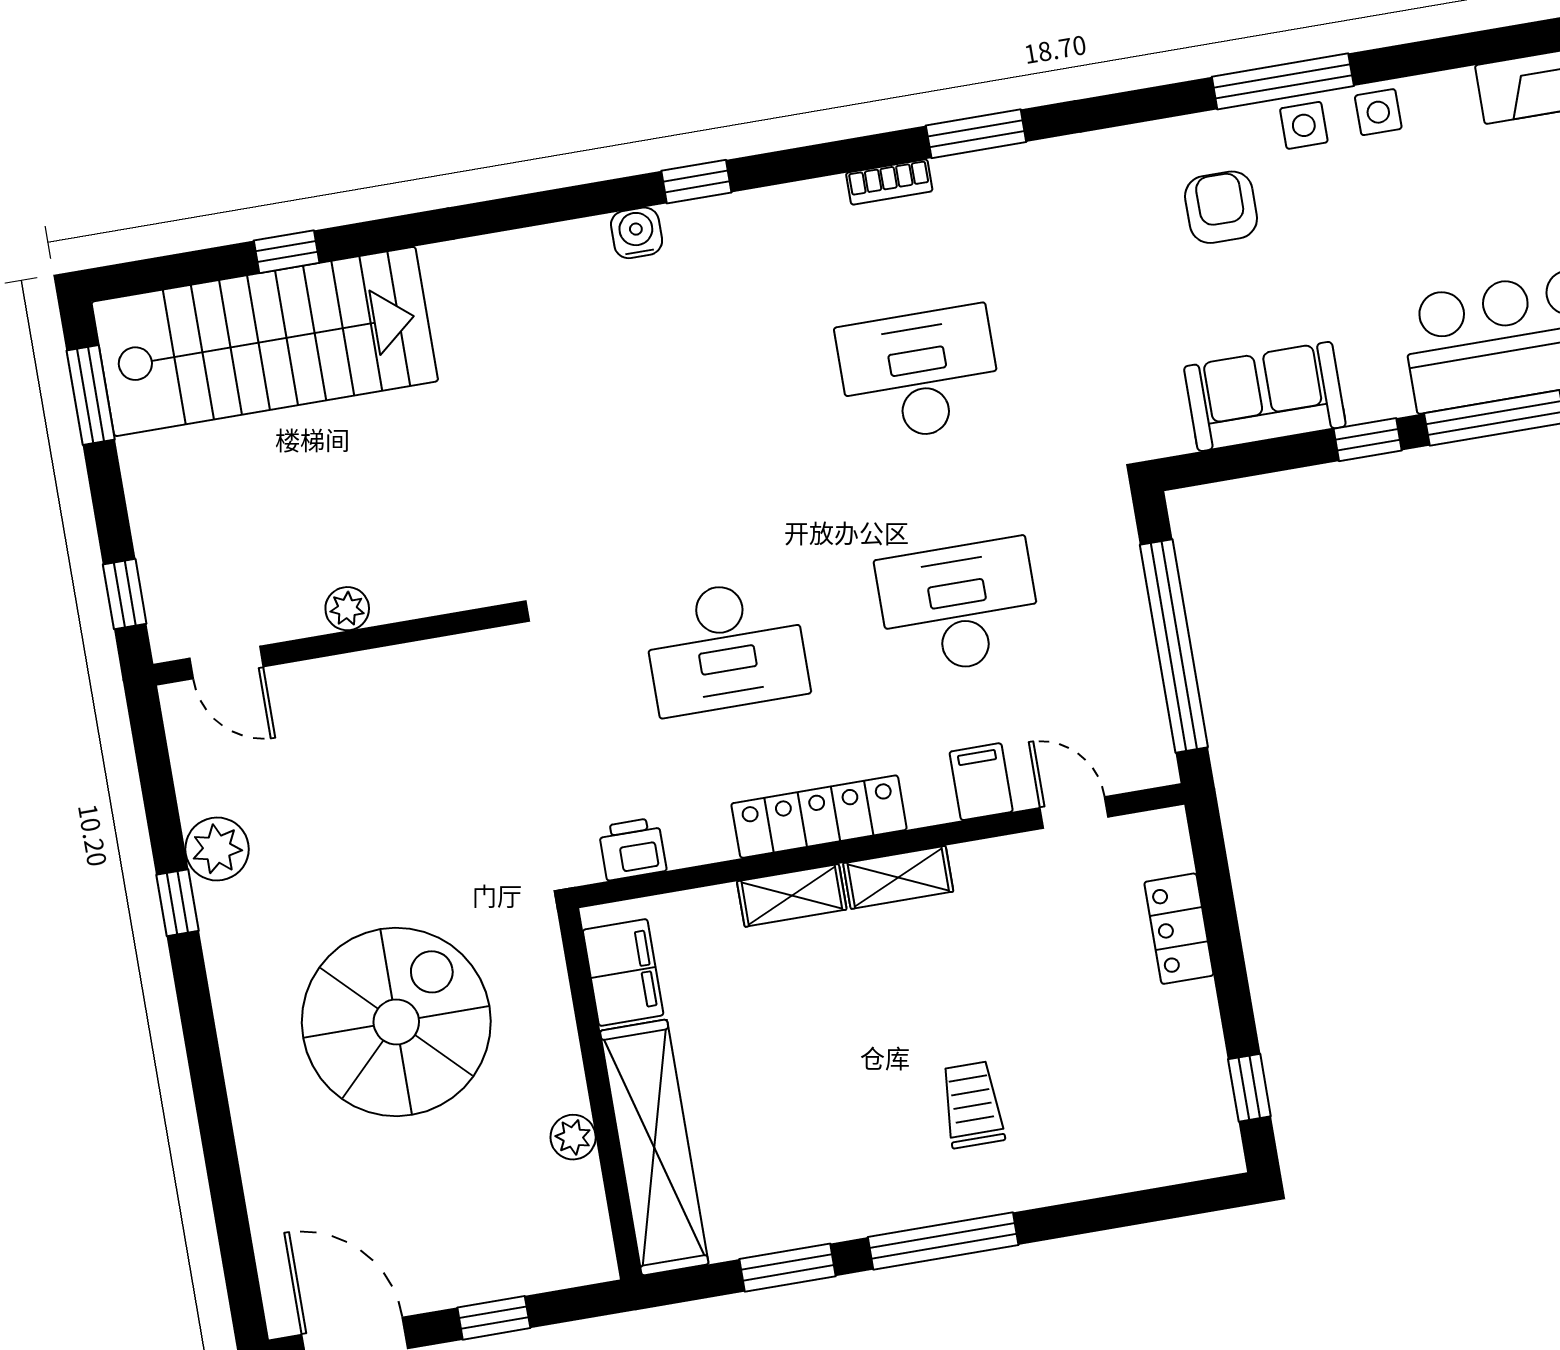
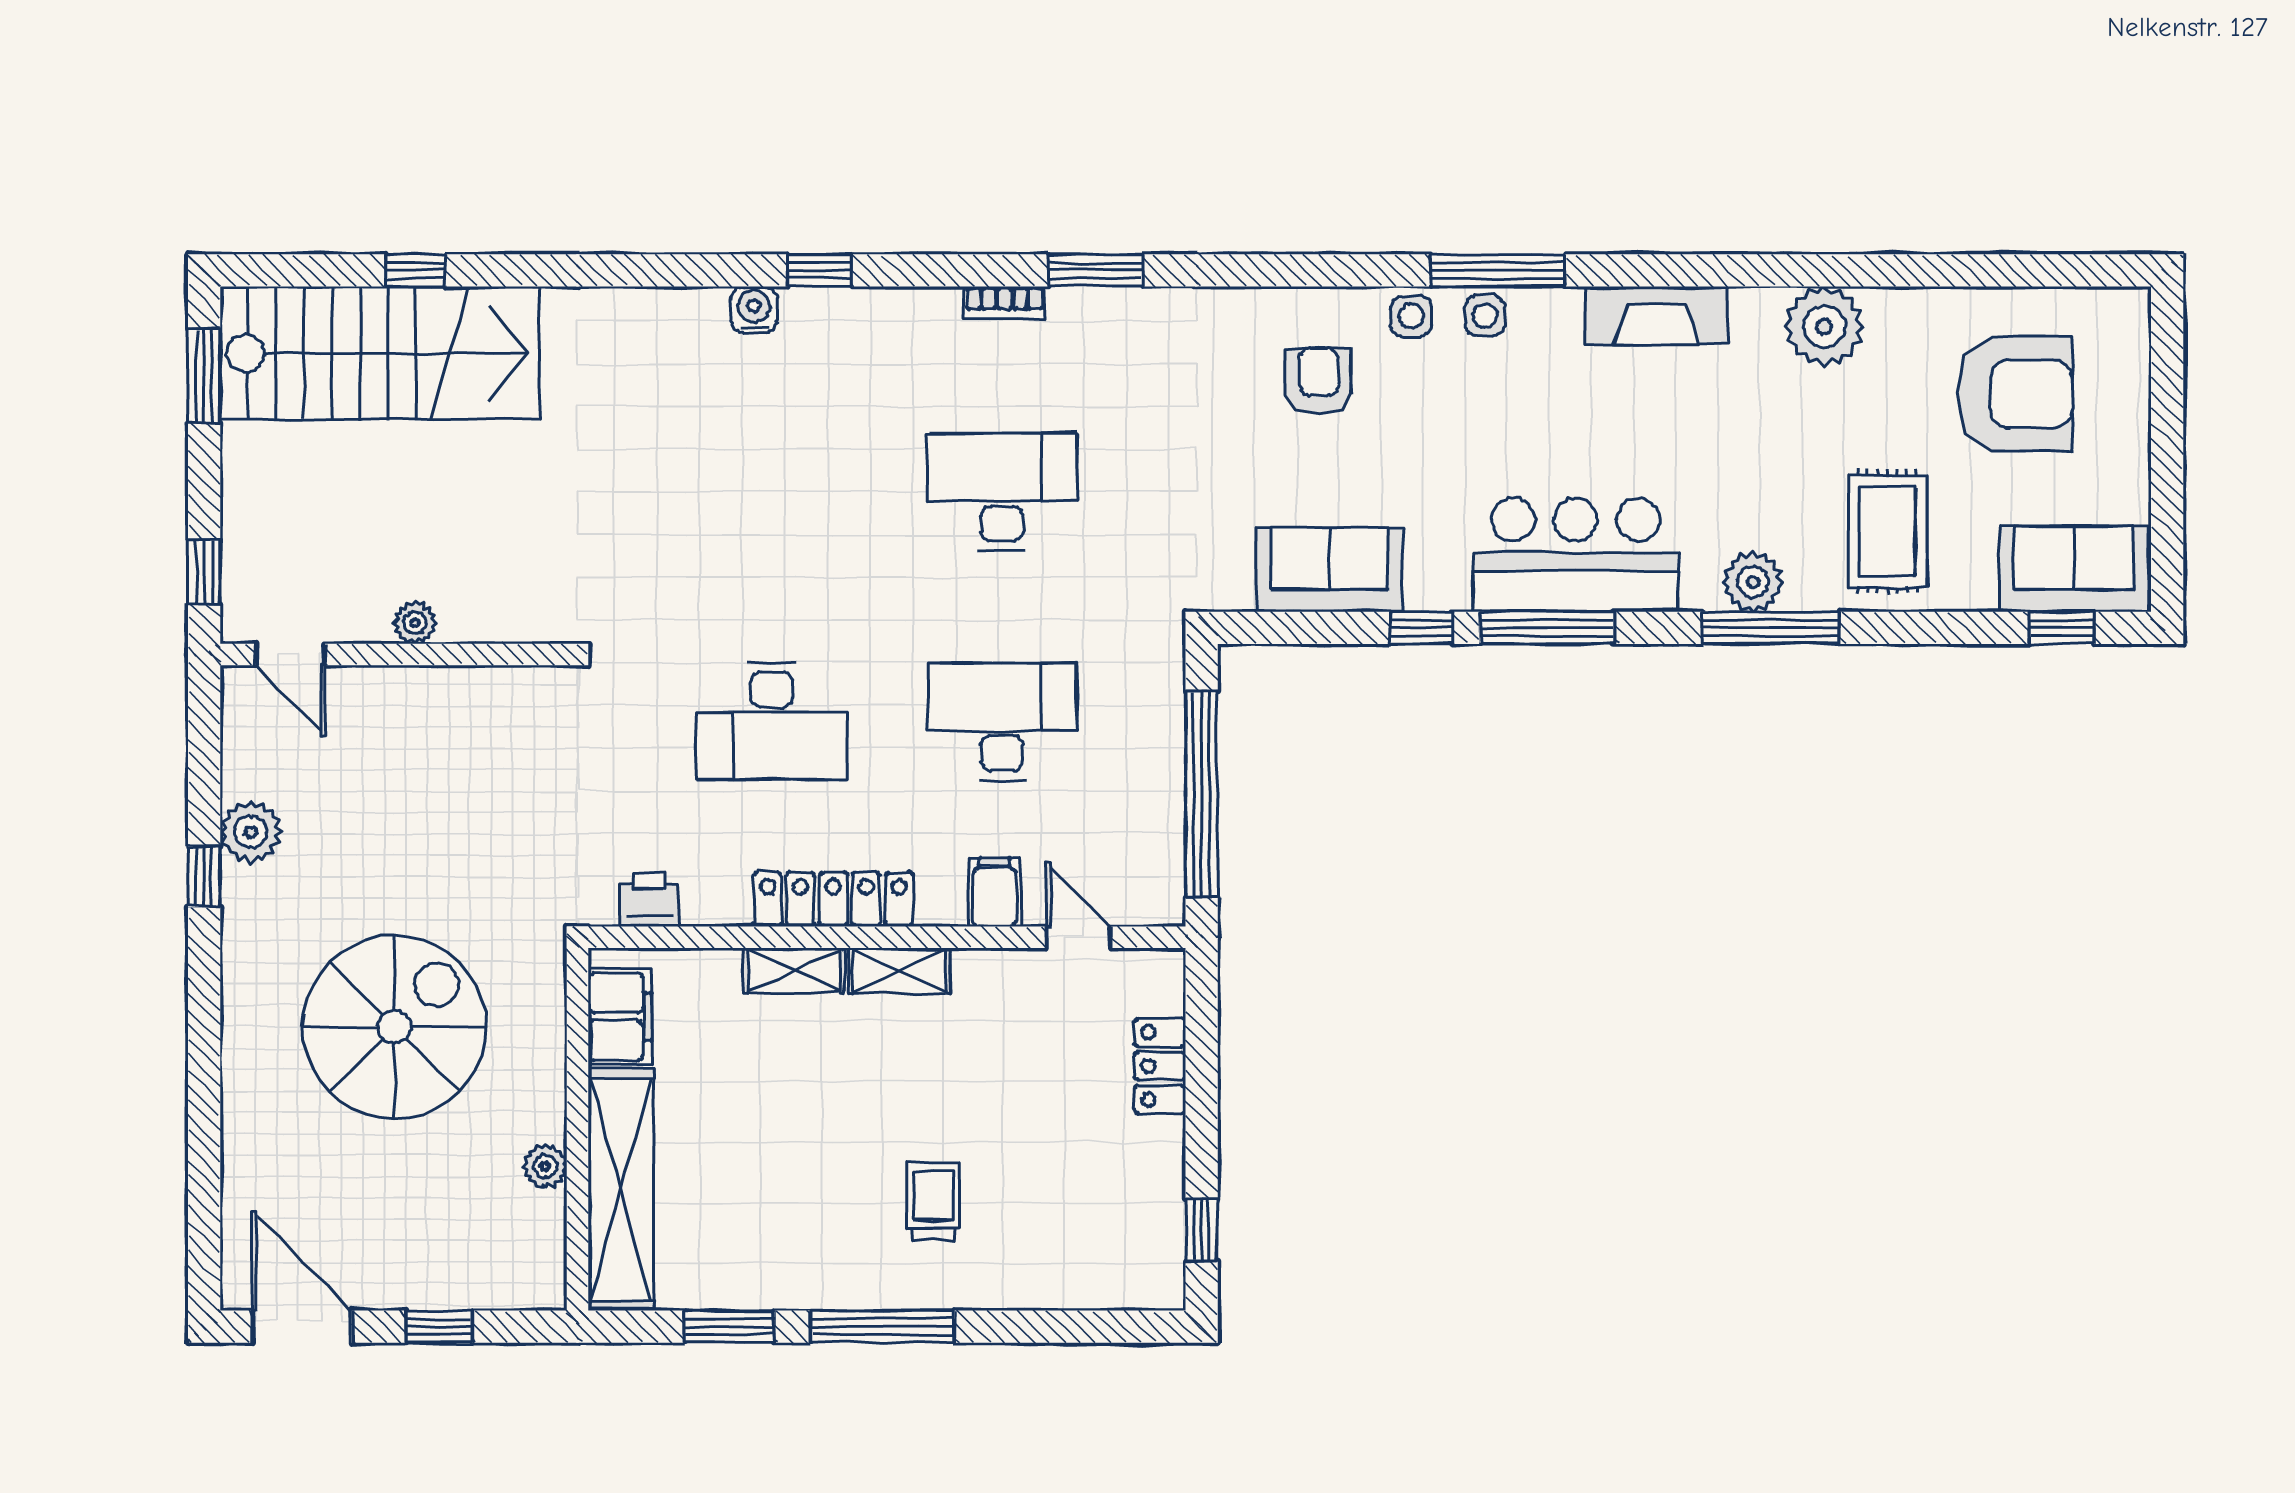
window: (1283, 81) -> (1498, 270), moved

